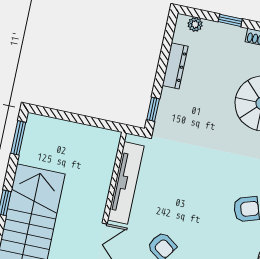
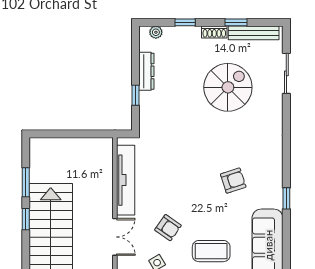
window: (153, 109) -> (135, 95), moved
window: (18, 138) -> (26, 182), moved

